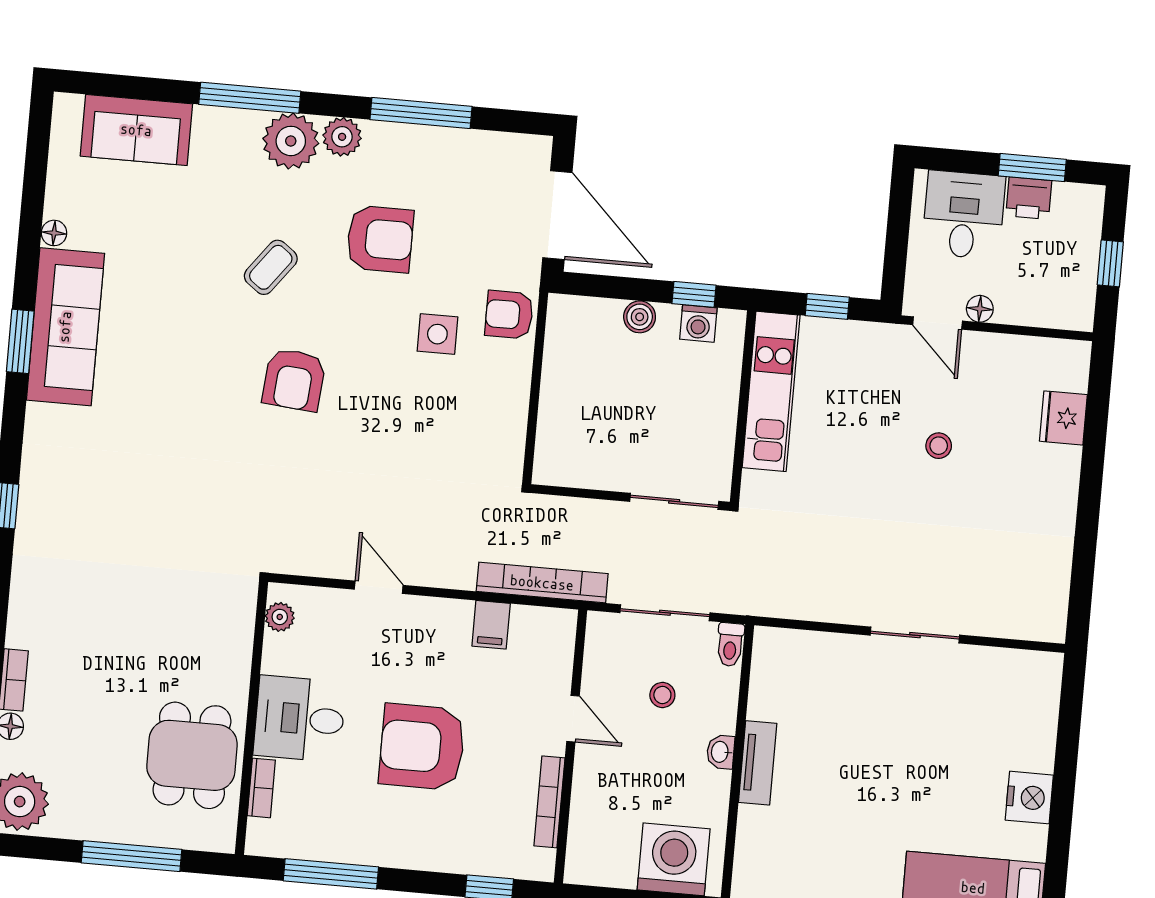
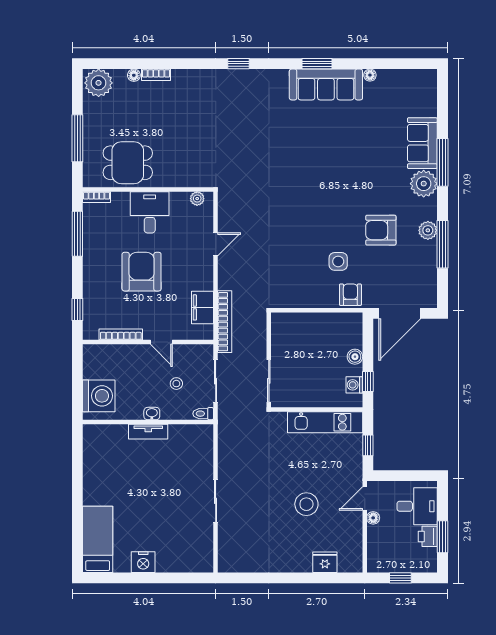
sofa: (136, 130) -> (422, 143), moved
plant: (342, 137) -> (428, 230), moved
armchair: (380, 239) -> (381, 230), turned 90
coffee table: (271, 267) -> (363, 179), removed
armchair: (294, 380) -> (310, 195), removed
stool: (939, 446) -> (306, 504), width x1.89, depth x1.89
filing cabinet: (491, 625) -> (202, 307), width x2.00
door: (573, 719) -> (161, 342), hinge flipped
bookcase: (261, 788) -> (96, 197), moved

